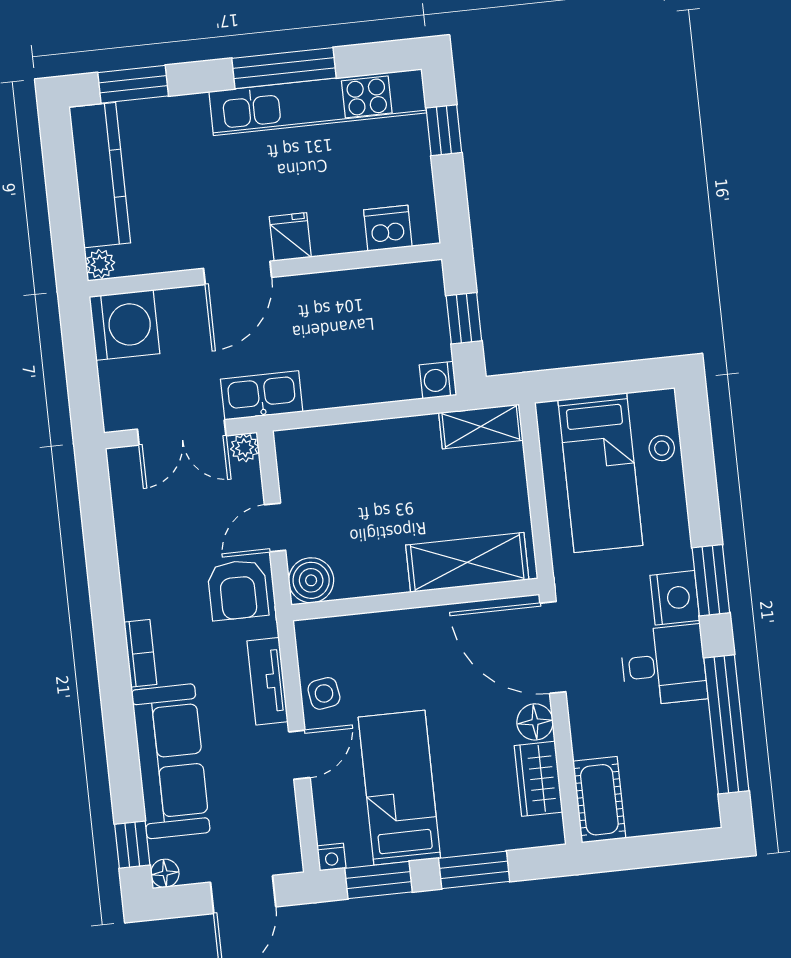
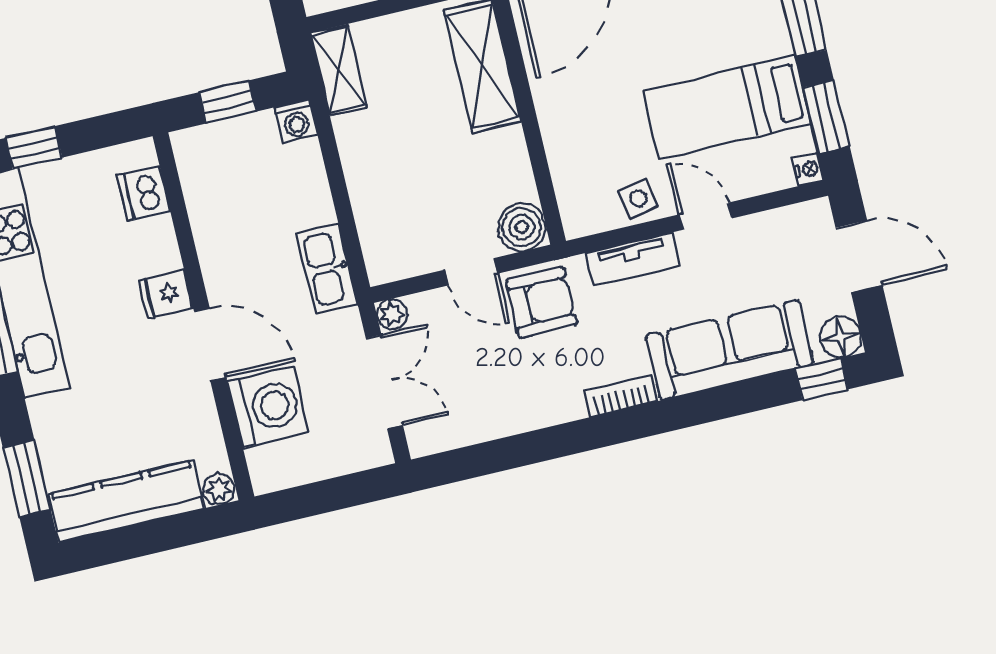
washing machine: (125, 325) -> (268, 407), moved, turned 90
kitchen sink: (262, 395) -> (327, 268), moved
floor lamp: (165, 873) -> (841, 337), width x1.37, depth x1.37

